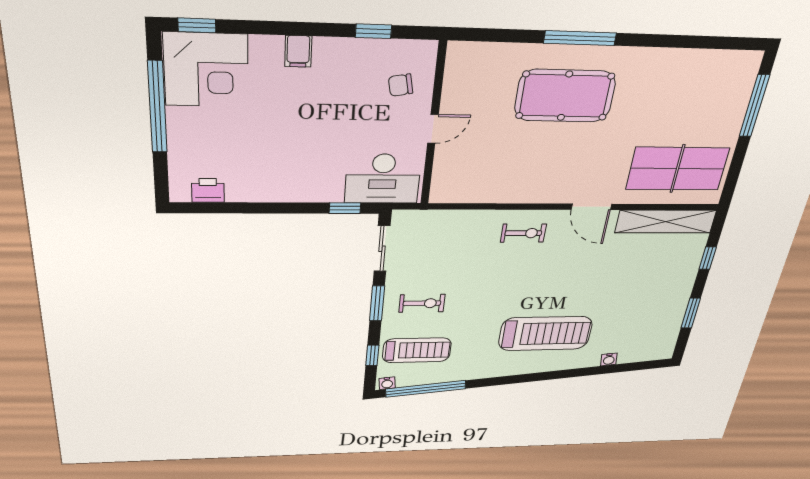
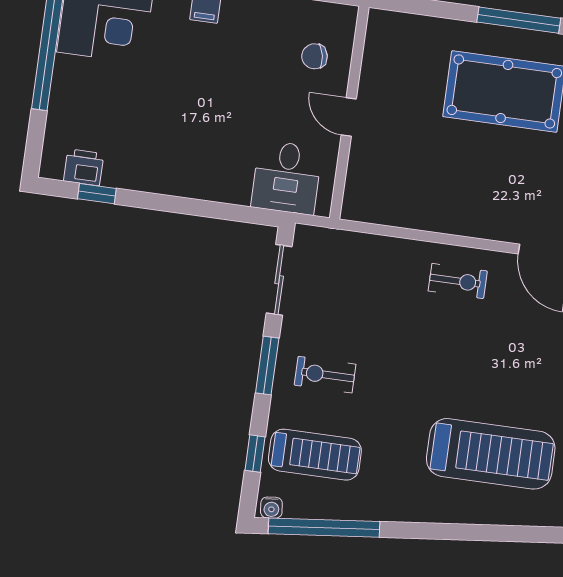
door: (433, 129) -> (349, 117), swing flipped
desk: (383, 179) -> (287, 178), width x0.73
window: (345, 208) -> (97, 194), moved
exercise bike: (422, 303) -> (325, 375), turned 180

